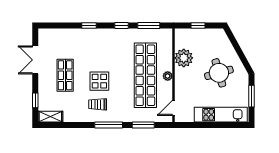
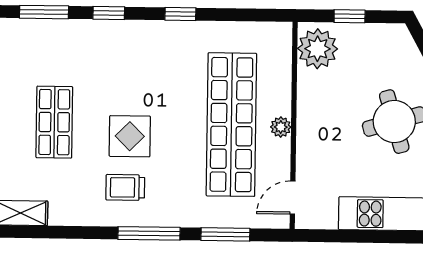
window: (149, 26) -> (44, 12), moved
plant: (184, 58) -> (318, 49), moved

